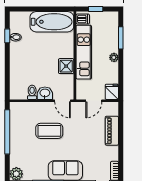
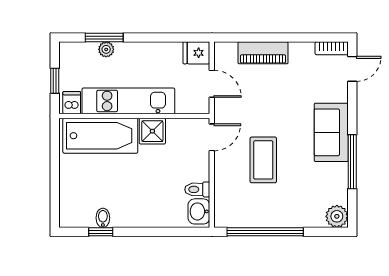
bathtub: (52, 22) -> (100, 136), moved, turned 90
plant: (114, 57) -> (106, 49), moved
washbasin: (45, 93) -> (199, 211), moved

